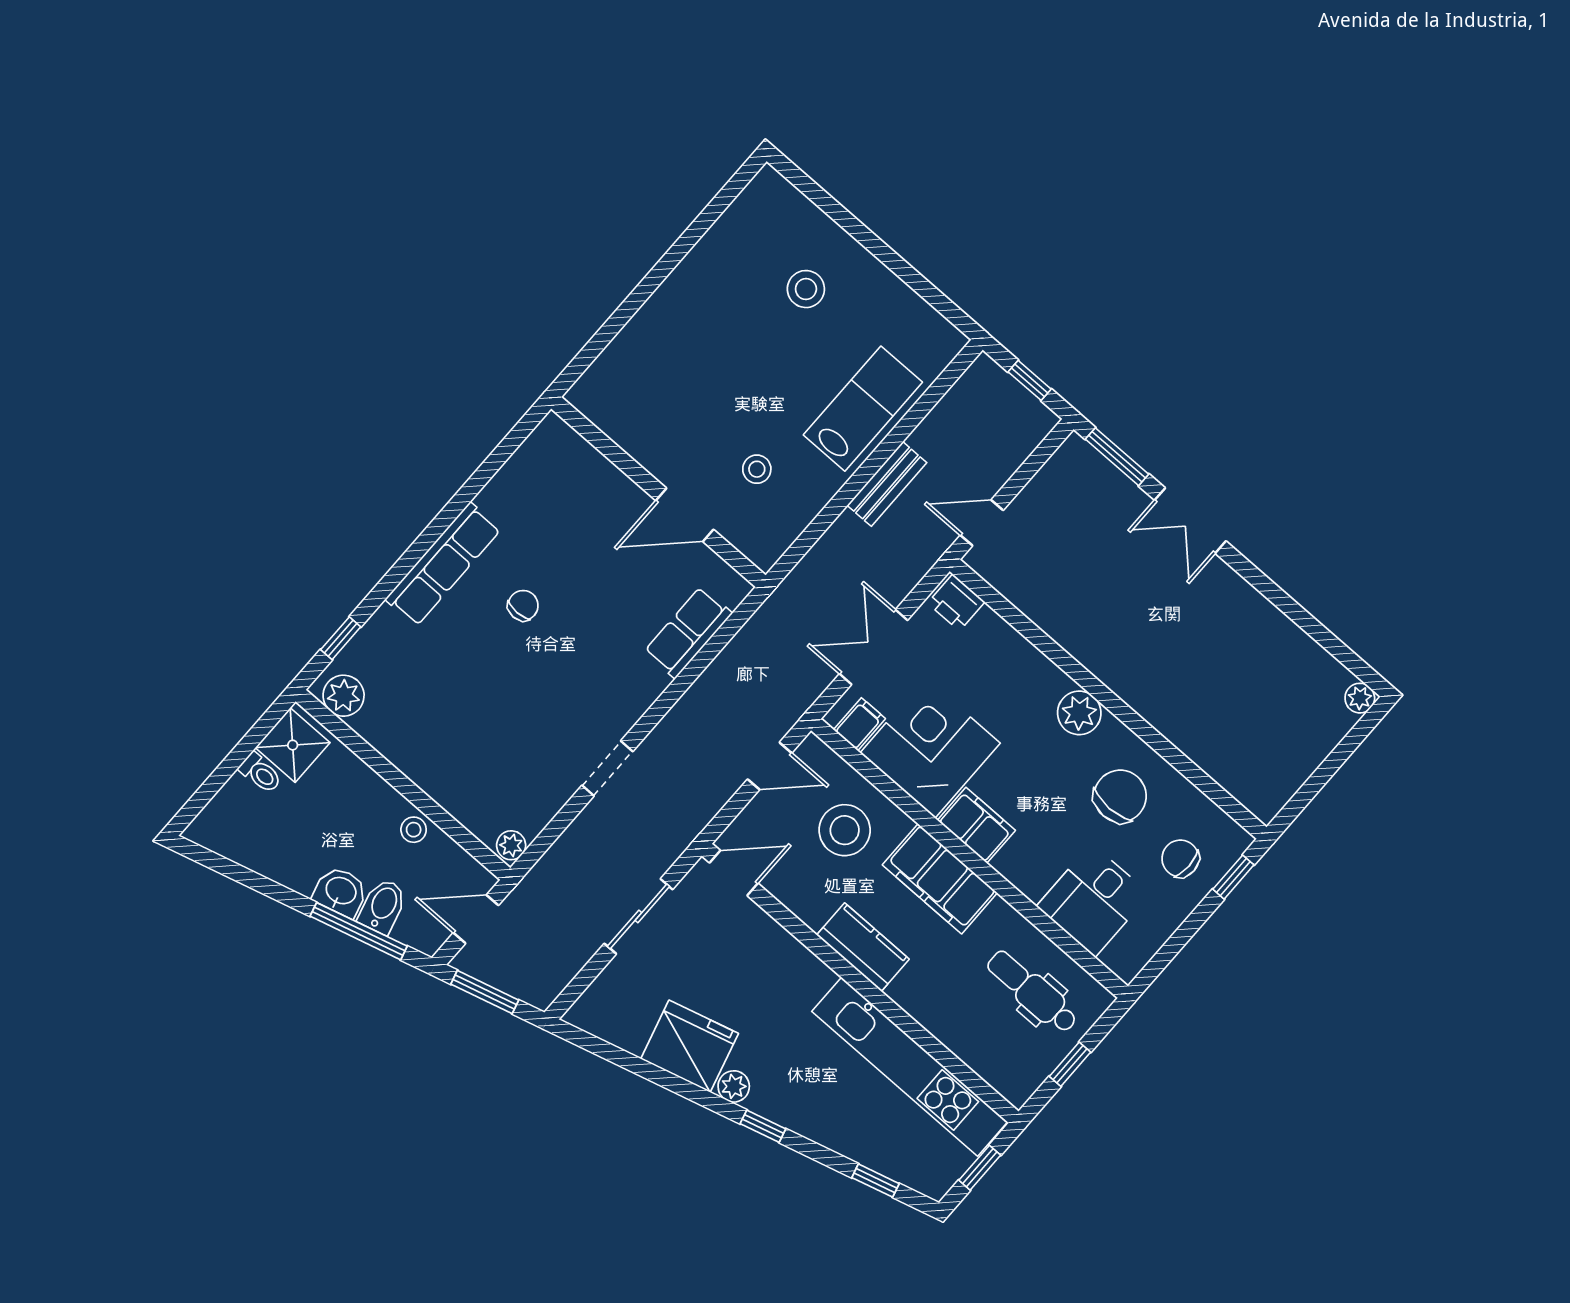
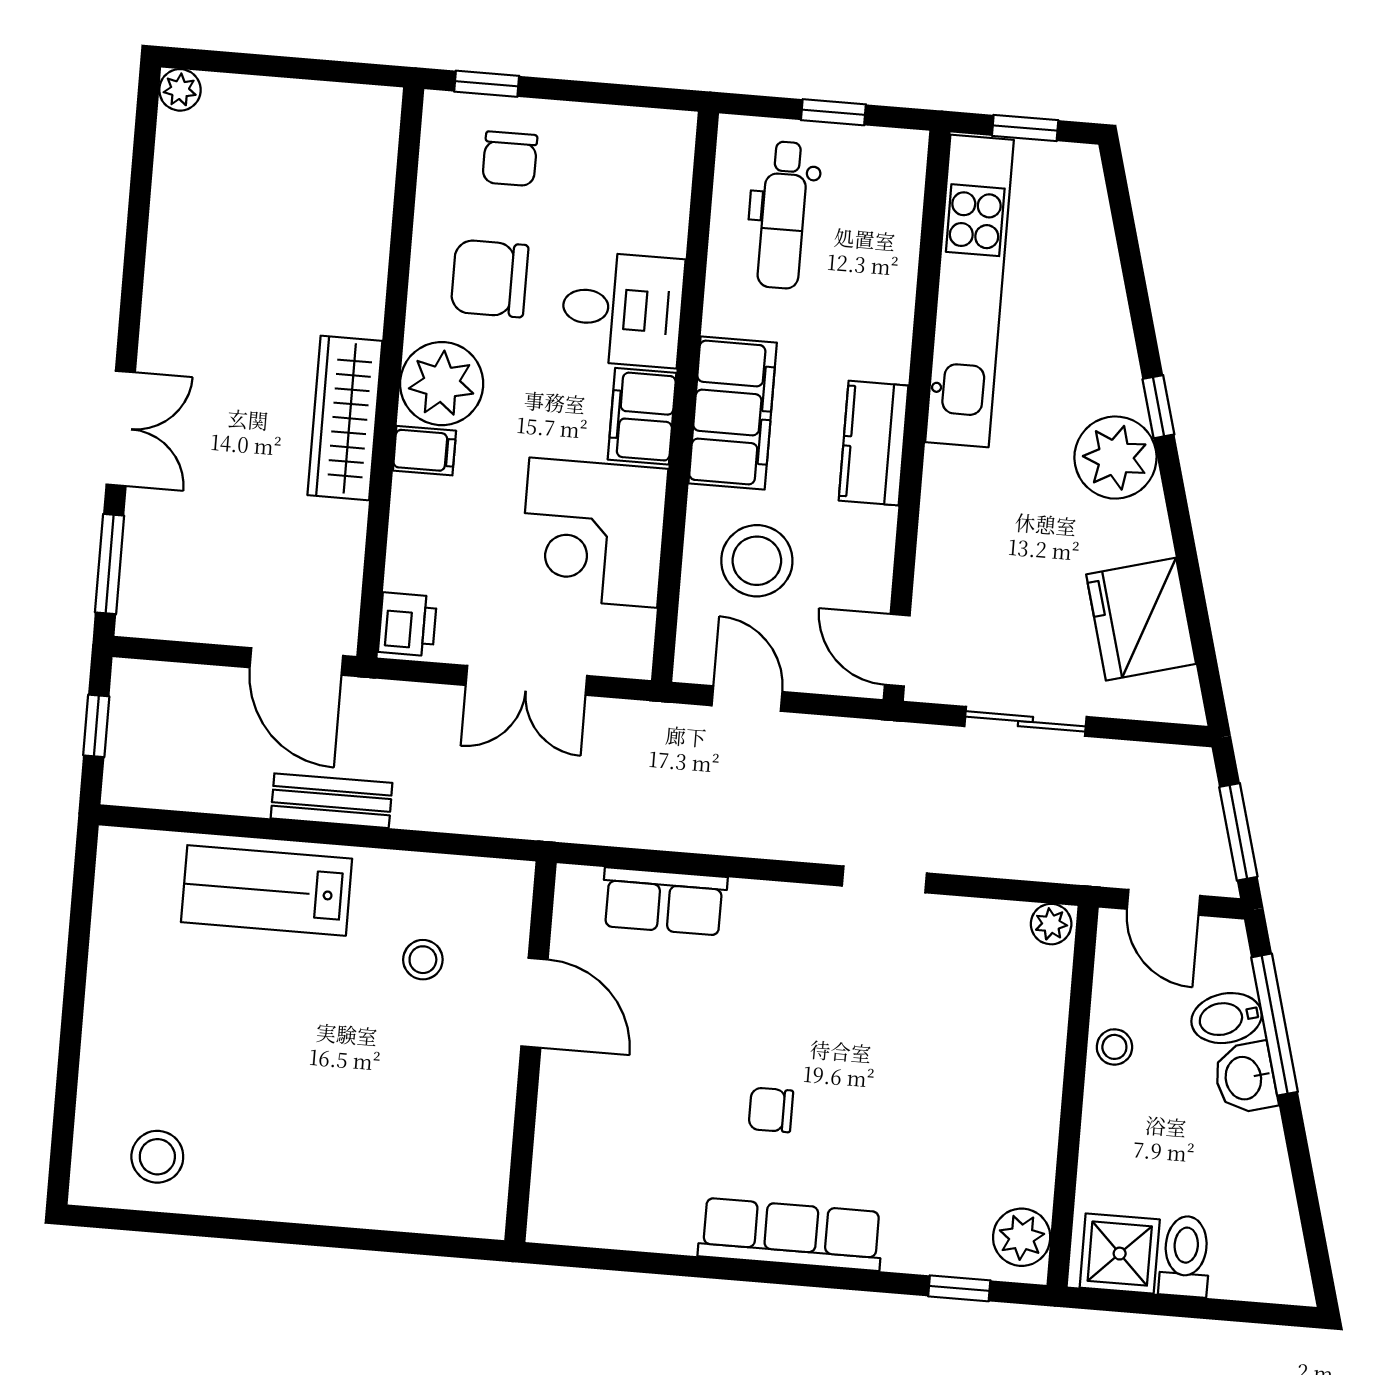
stool: (806, 289) -> (157, 1157), moved
door: (982, 523) -> (296, 662), width x1.38
wardrobe: (1101, 654) -> (345, 418), added
plant: (1079, 713) -> (442, 384), width x1.36, depth x1.36
filing cabinet: (859, 724) -> (424, 451), moved, turned 180
toilet: (260, 773) -> (1185, 1256), width x1.37, depth x1.39
desk: (1093, 900) -> (622, 309), moved
fridge: (690, 1046) -> (1141, 619), moved
plant: (734, 1086) -> (1115, 458), width x1.88, depth x1.88
window: (875, 1181) -> (1126, 235), removed

